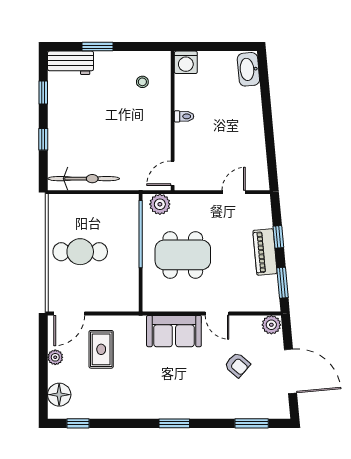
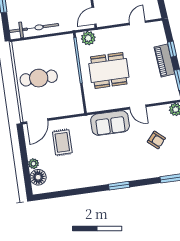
plant: (55, 357) -> (33, 164), moved
window: (78, 423) -> (54, 195), removed

